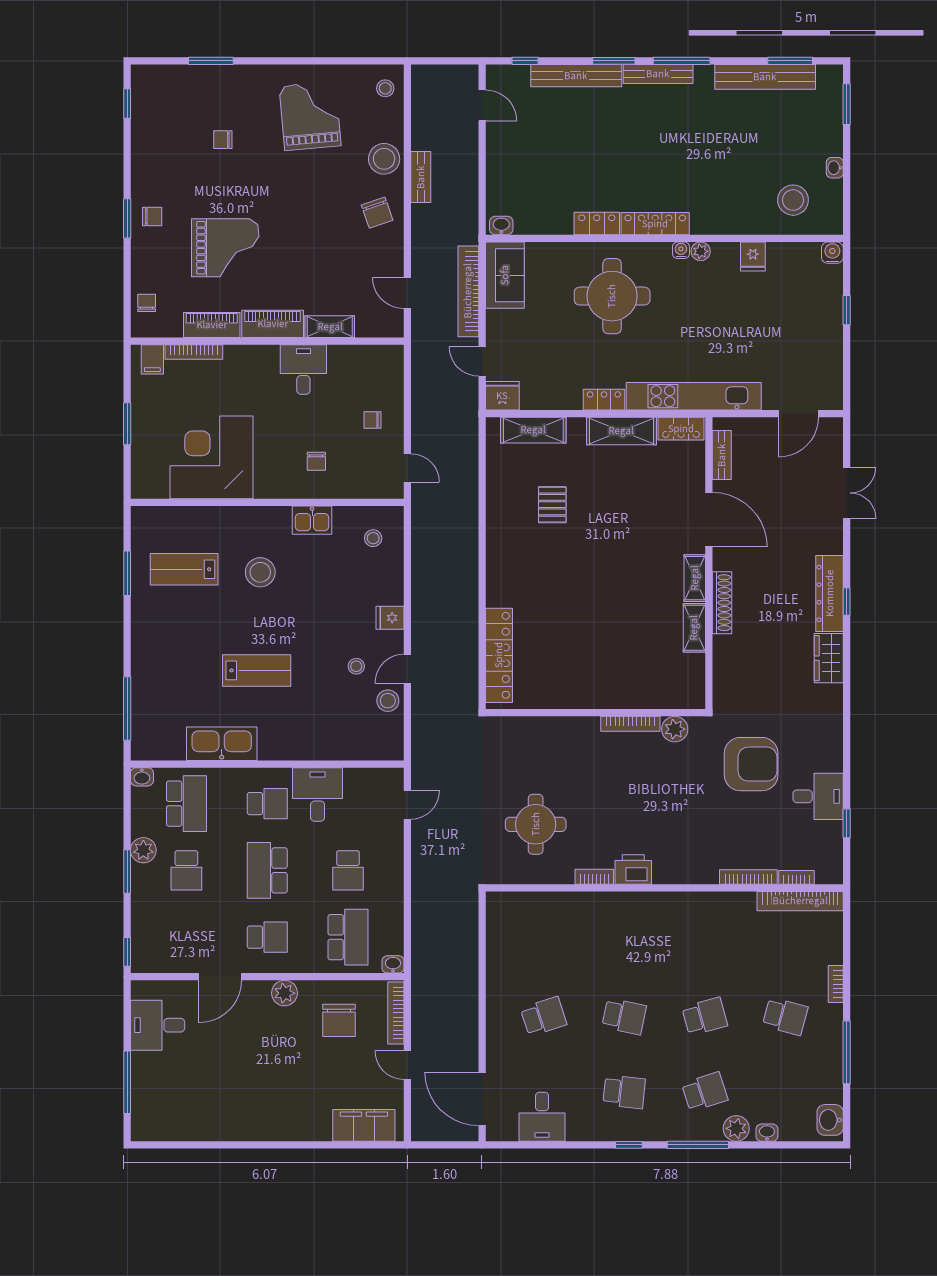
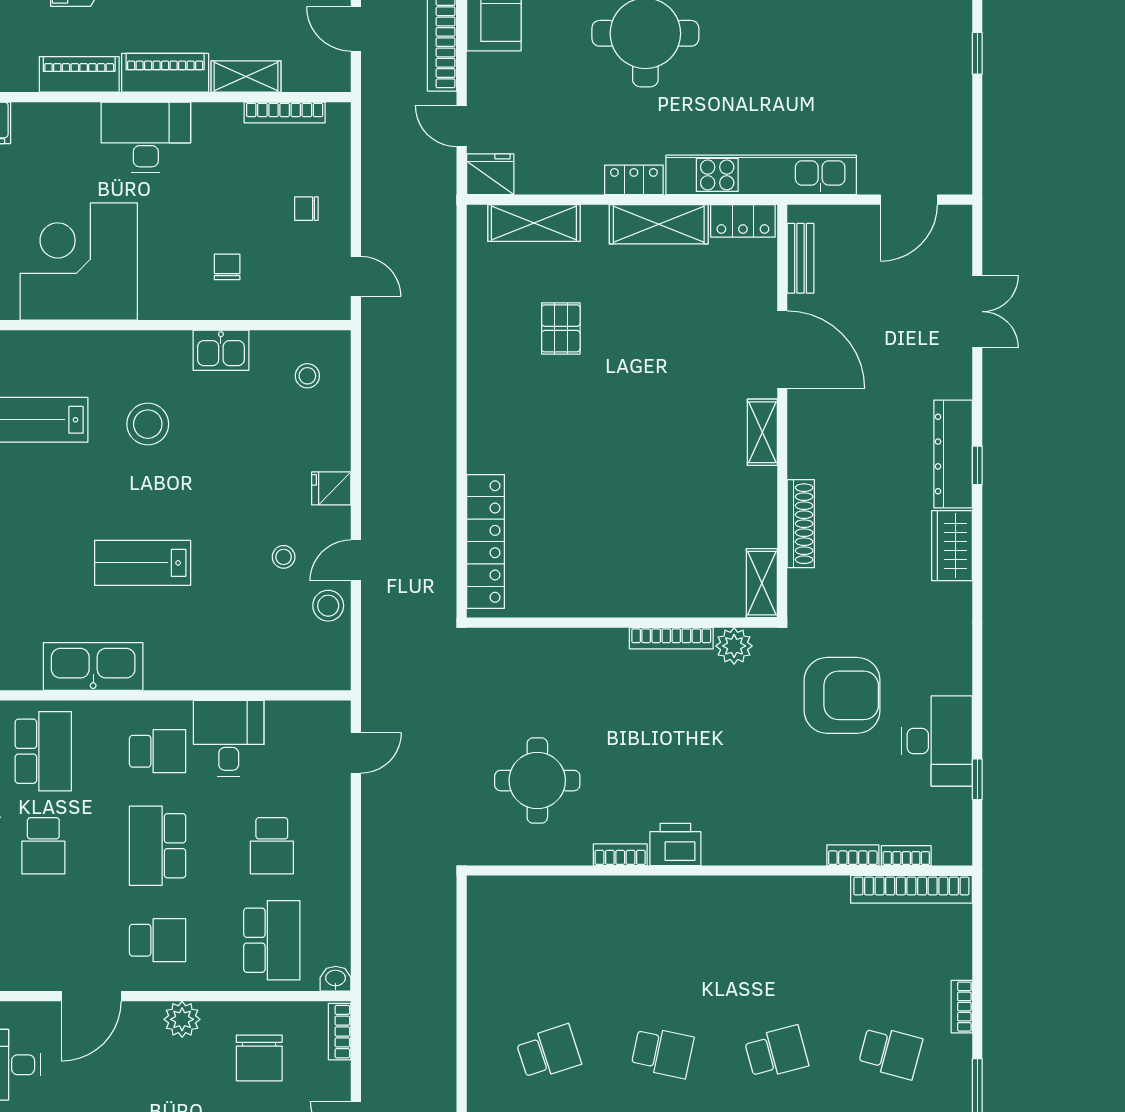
bookcase: (194, 352) -> (285, 112), moved
desk: (303, 370) -> (146, 137), moved, width x1.37
chair: (316, 461) -> (227, 267), turned 180
shoe rack: (722, 603) -> (801, 524), moved
shelving: (694, 628) -> (762, 583), moved
lab bench: (257, 670) -> (143, 563), turned 180
desk: (818, 796) -> (937, 741), width x1.37
bookcase: (748, 877) -> (853, 855), width x0.64
bookcase: (396, 1013) -> (340, 1032), width x0.64

